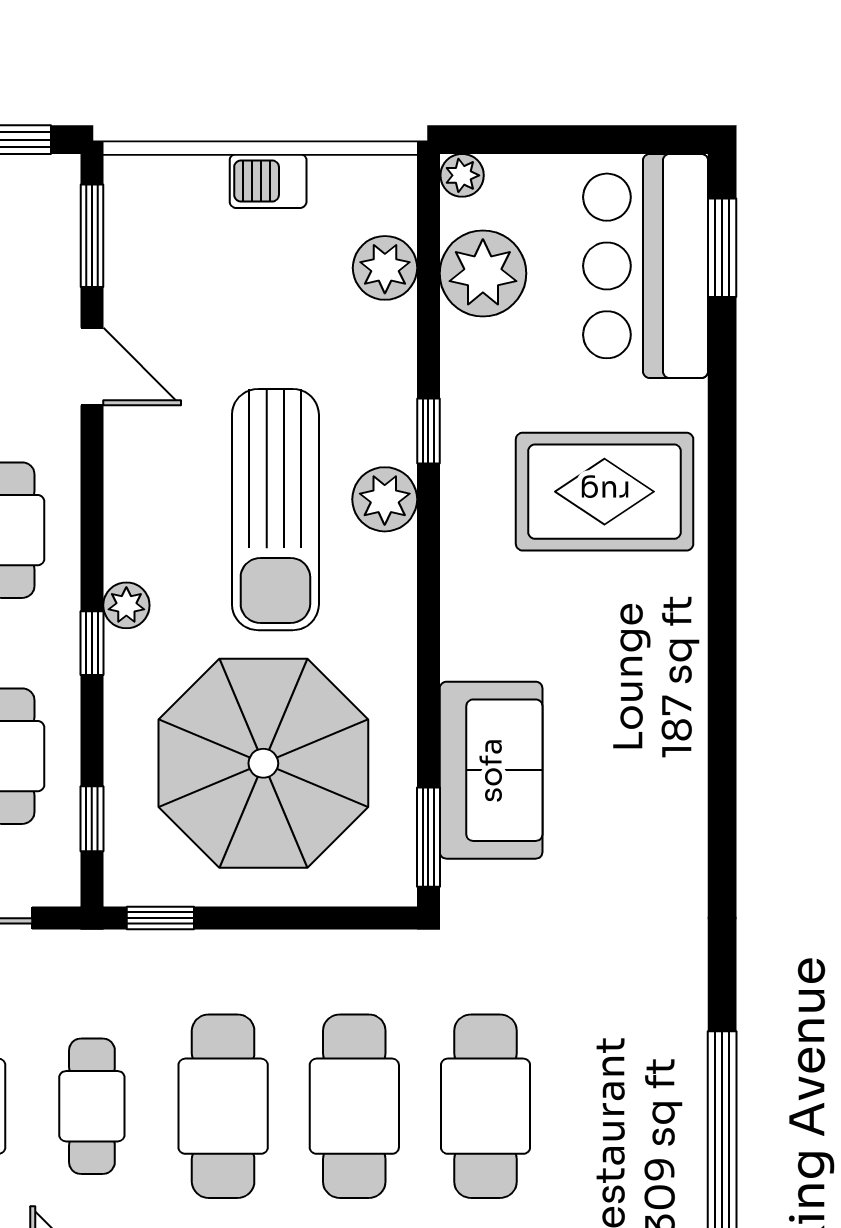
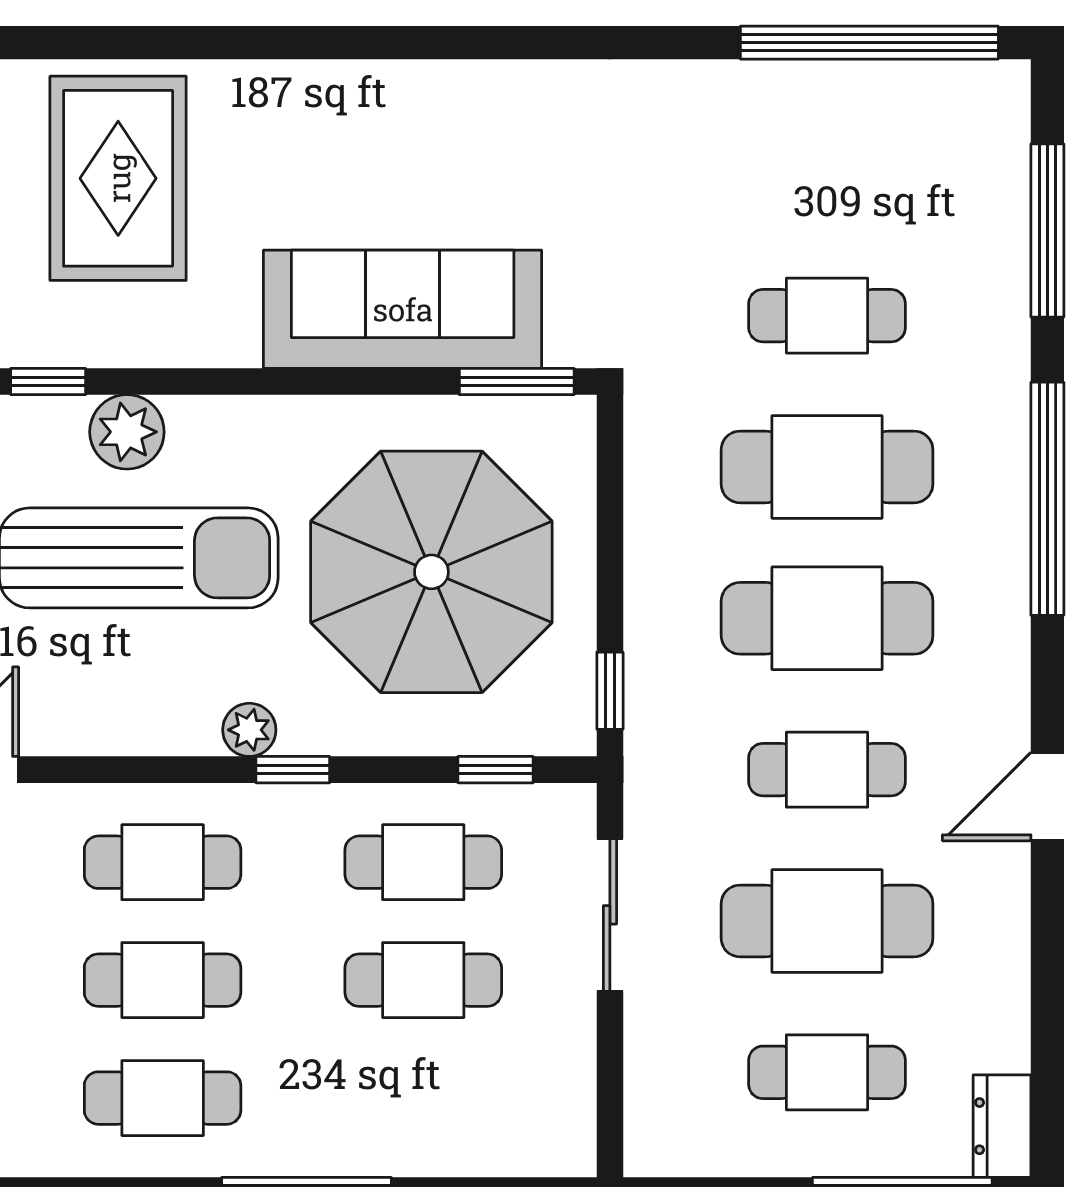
sofa: (491, 770) -> (403, 309), width x1.36
cafe table: (486, 1106) -> (827, 316), width x0.73, depth x0.74

